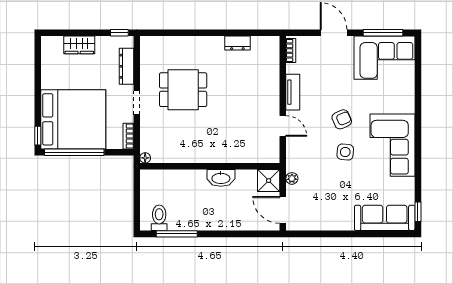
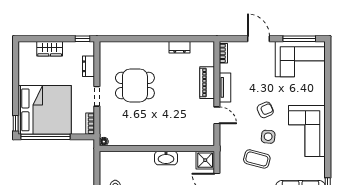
dresser: (127, 66) -> (88, 66), width x0.70
piano: (271, 86) -> (207, 83), added
plant: (292, 178) -> (224, 158), removed
coffee table: (332, 179) -> (257, 159), added

